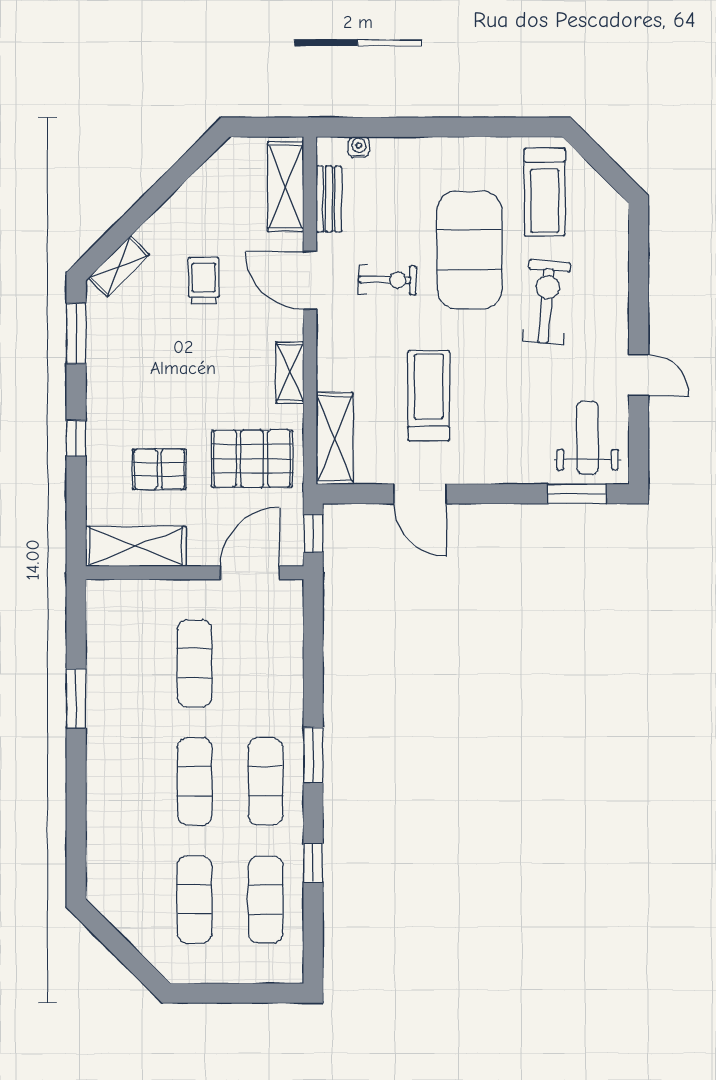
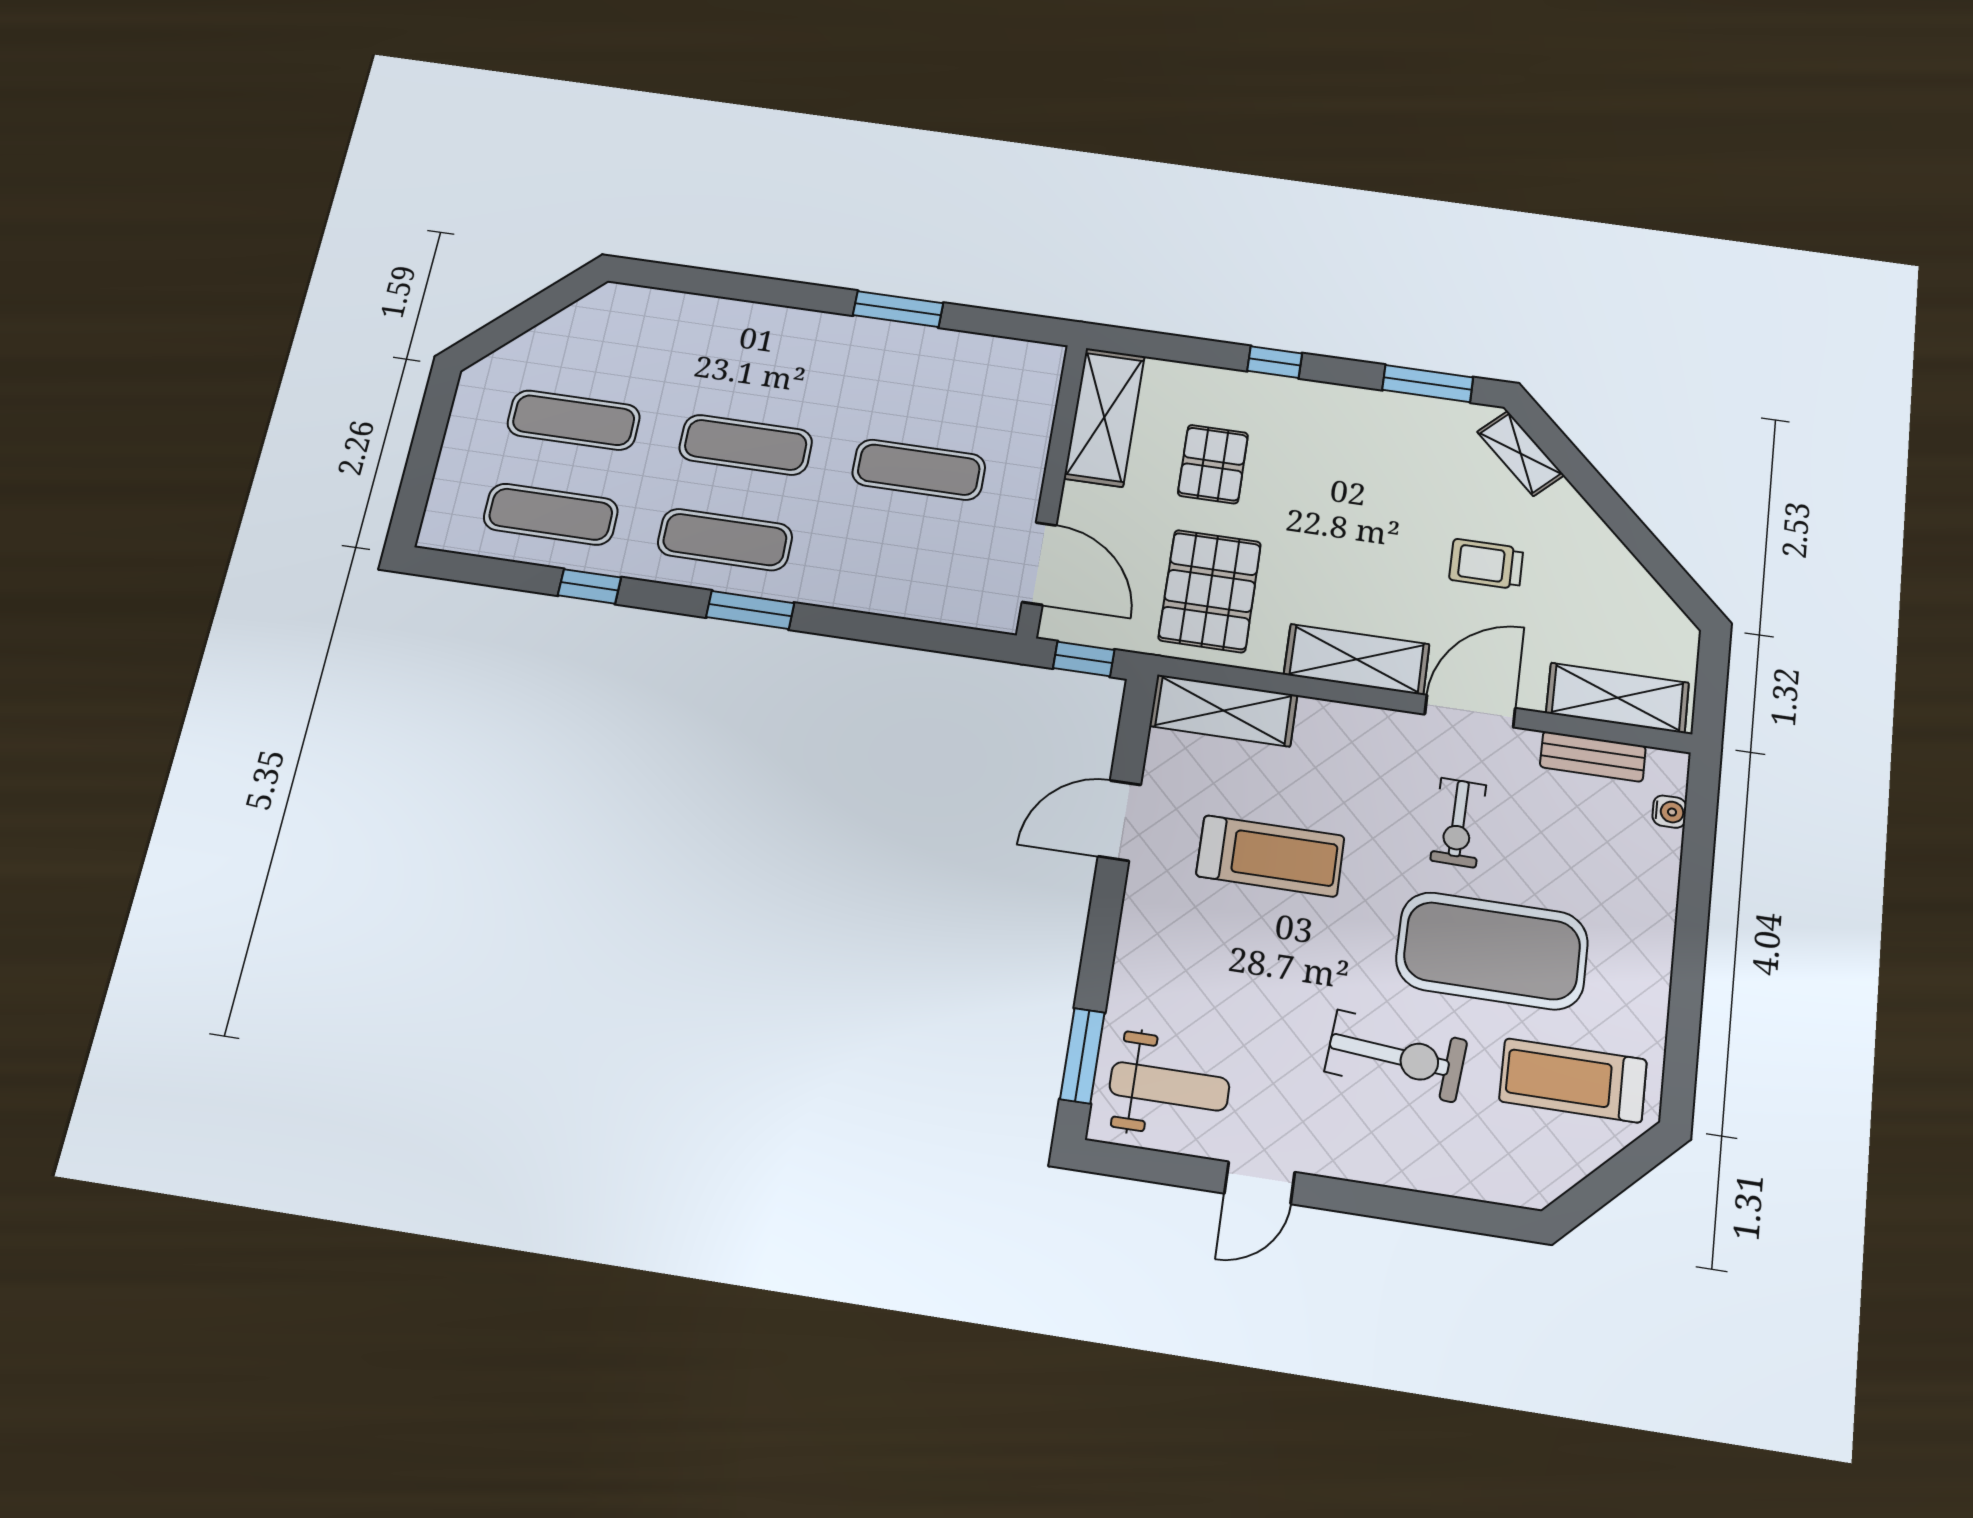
trolley: (204, 281) -> (1486, 564), turned 180
shelving: (290, 373) -> (1357, 659), width x1.50, depth x1.33

